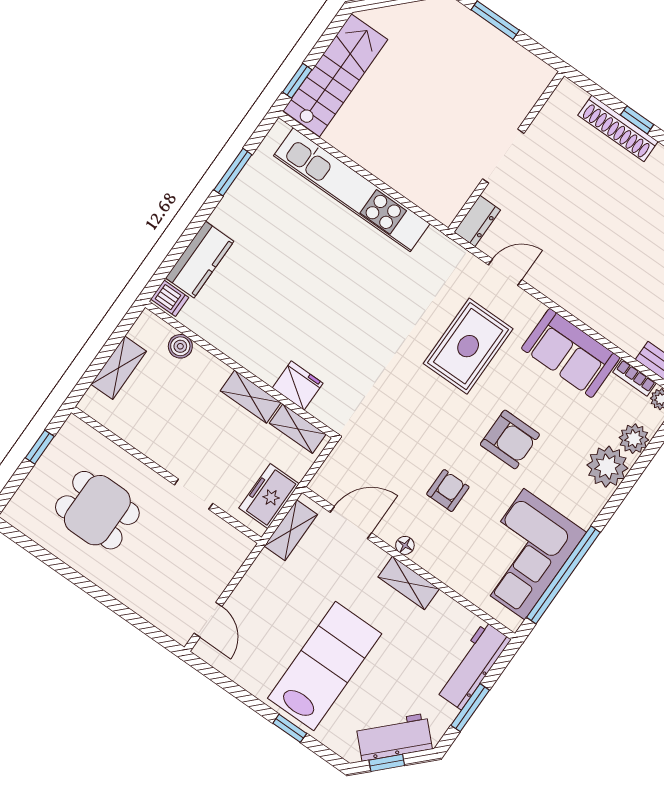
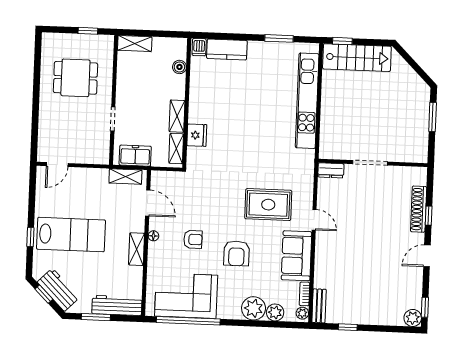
door: (505, 272) -> (314, 220), moved
shelving: (119, 368) -> (135, 43), moved
dining table: (97, 510) -> (75, 78), turned 90

